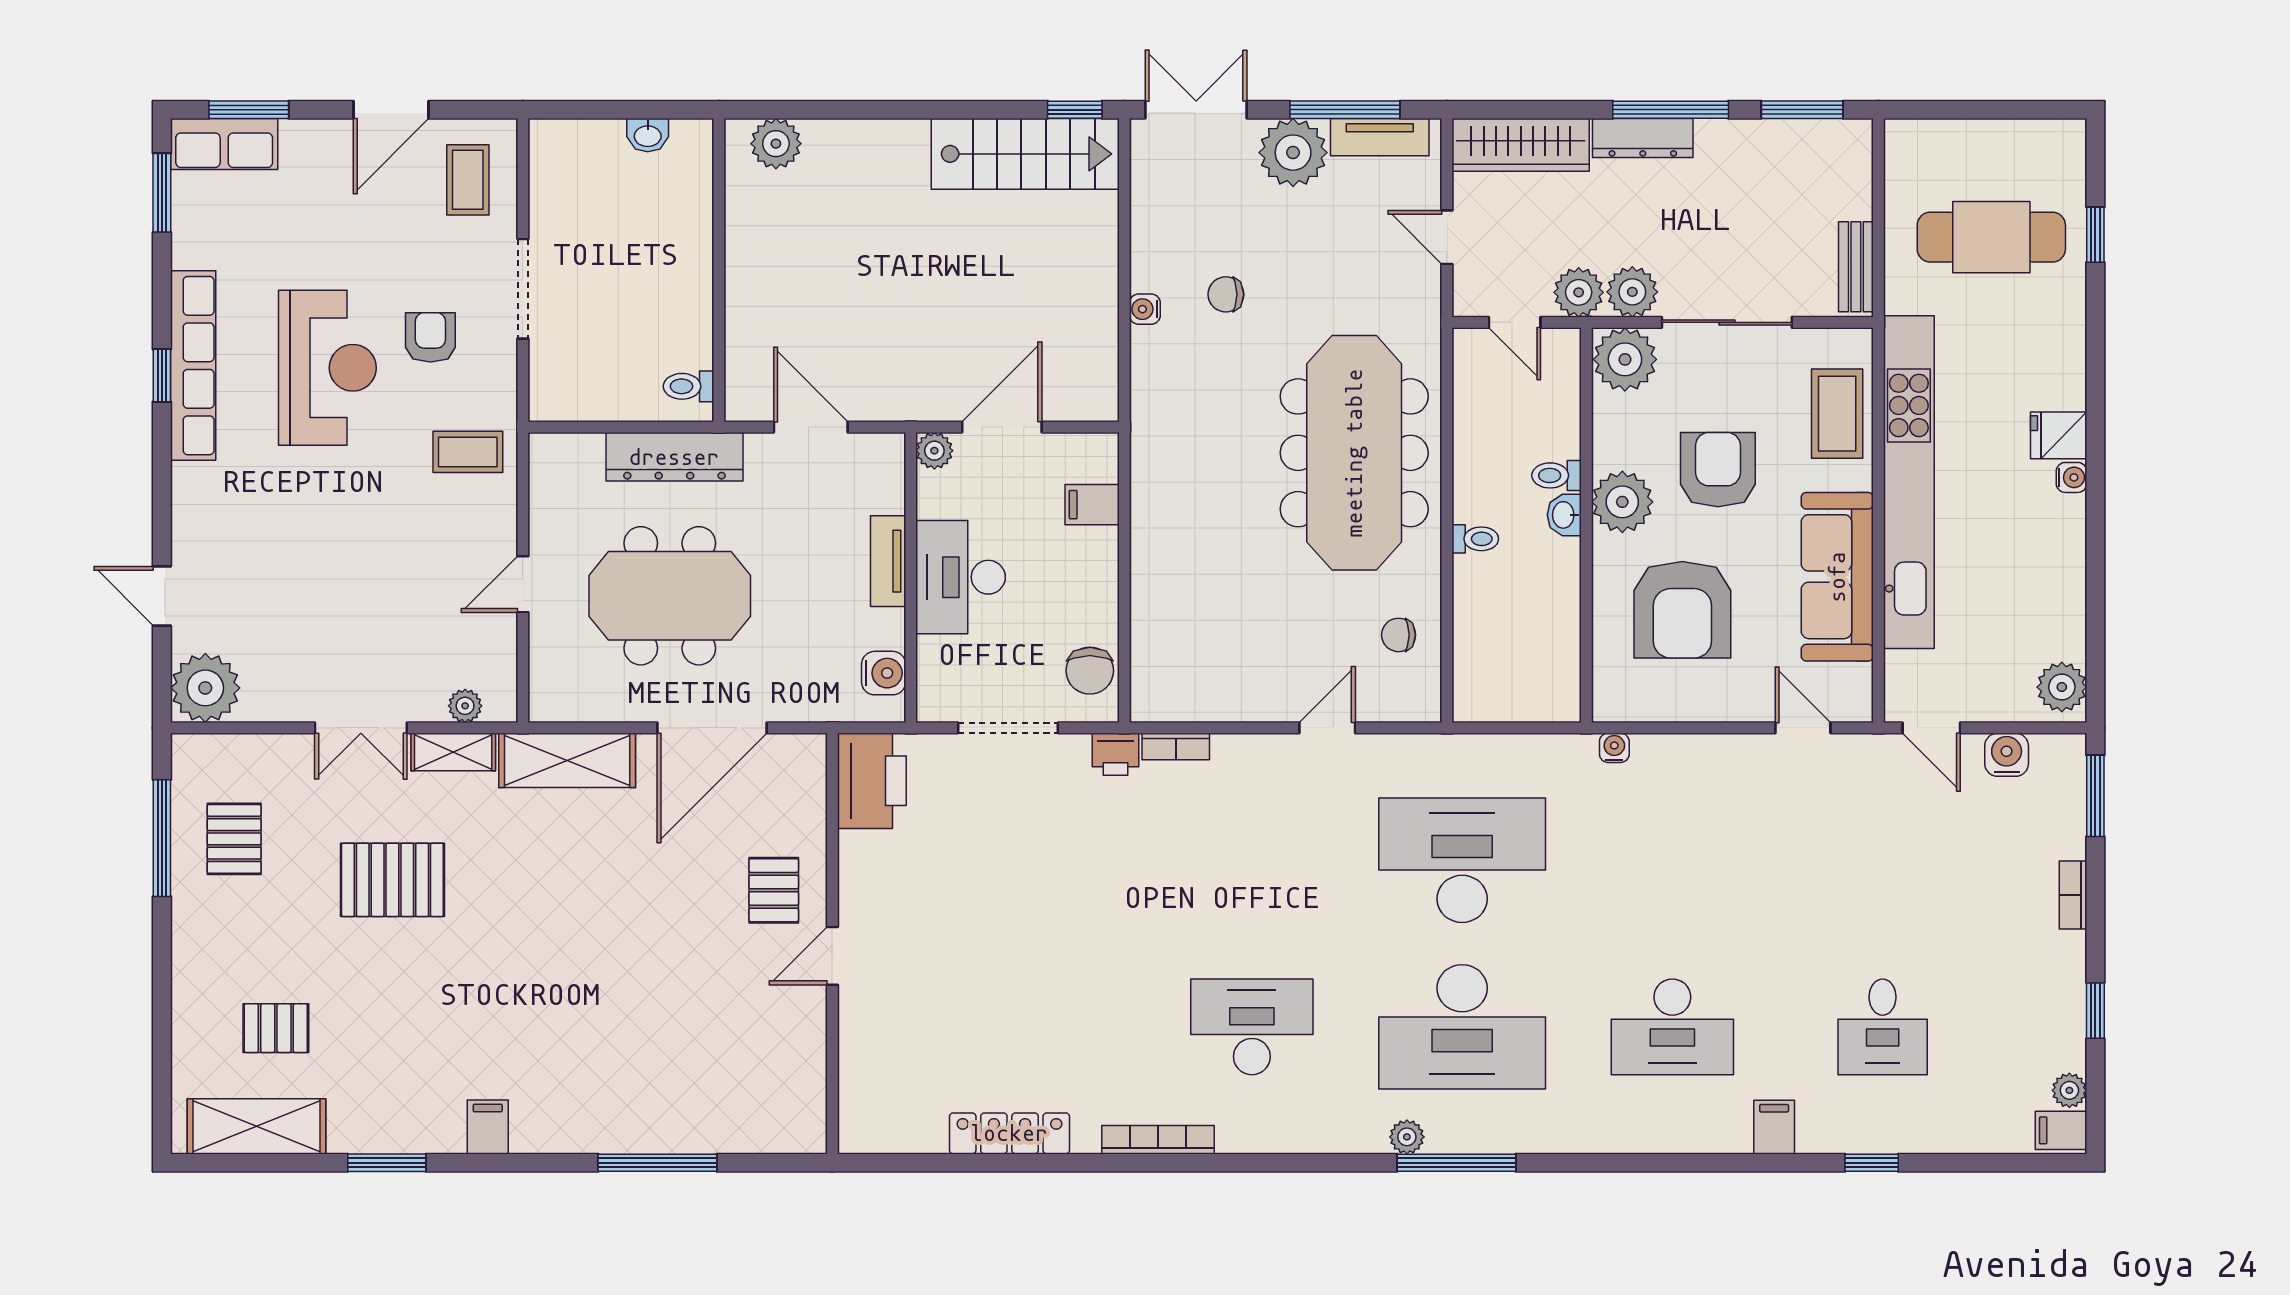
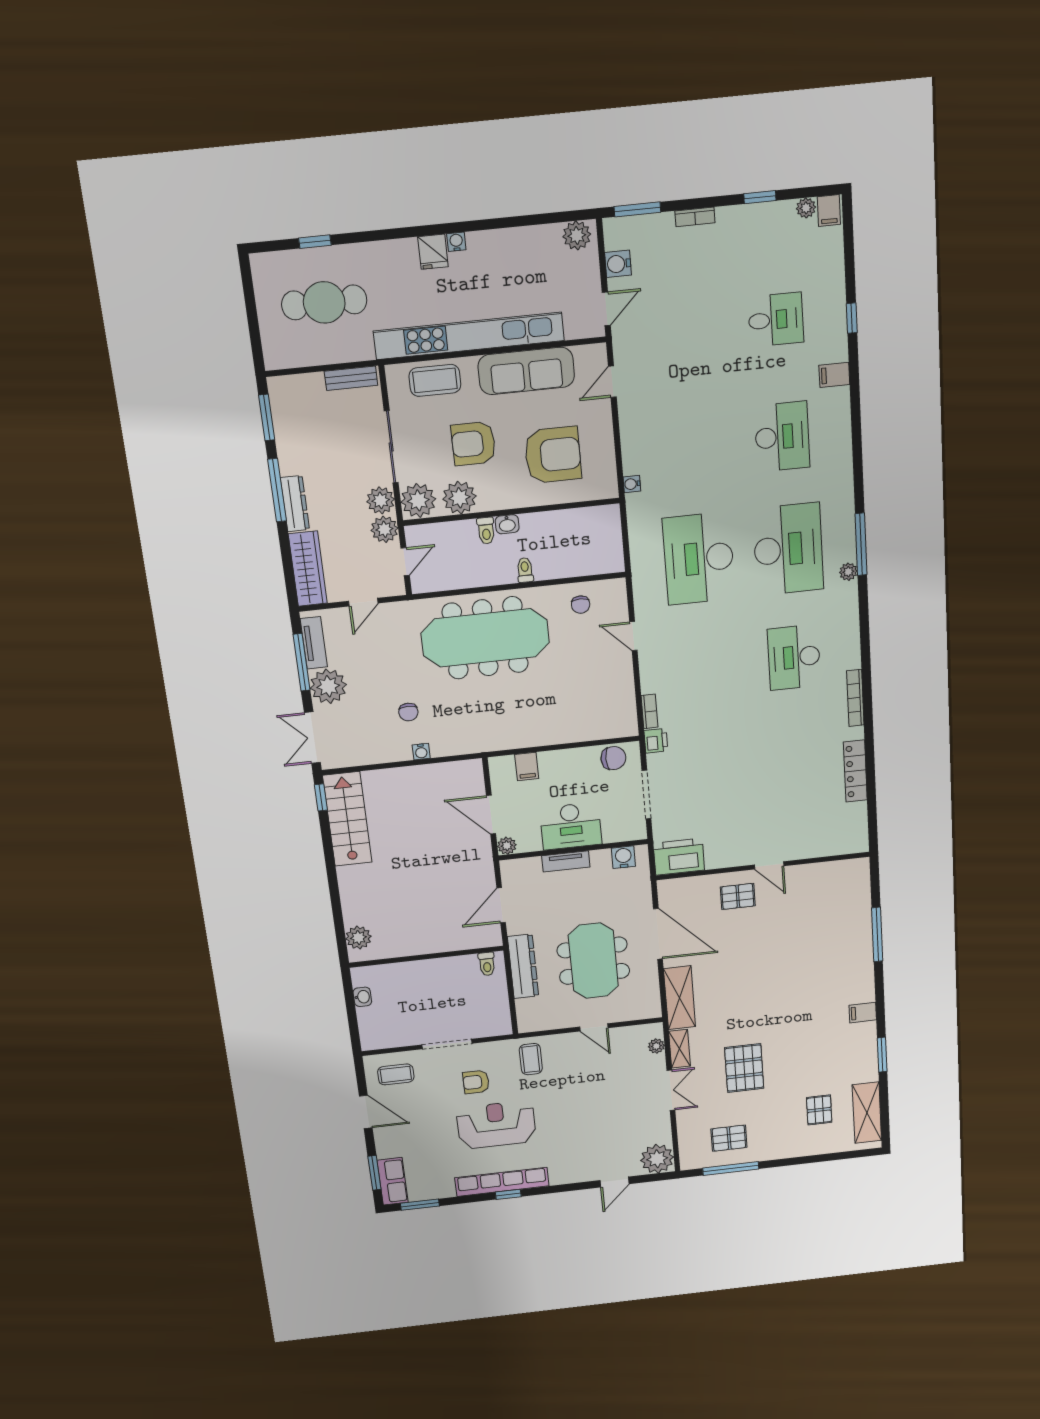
cafe table: (1991, 237) -> (324, 302), turned 90
plant: (1622, 502) -> (459, 498), moved

